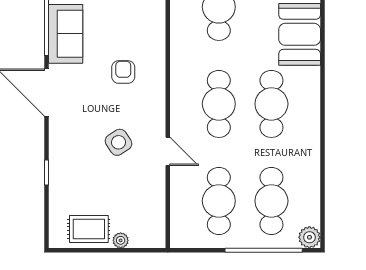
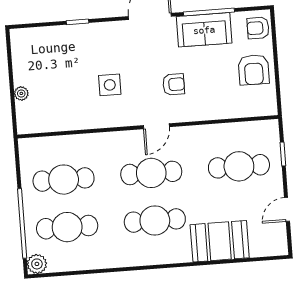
side table: (118, 142) -> (110, 85), turned 33
door: (168, 151) -> (156, 126), moved
rug: (89, 229) -> (29, 64), removed

